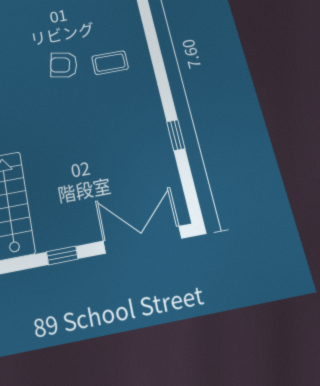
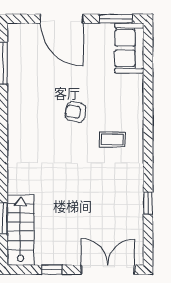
armchair: (64, 65) -> (75, 112), moved

